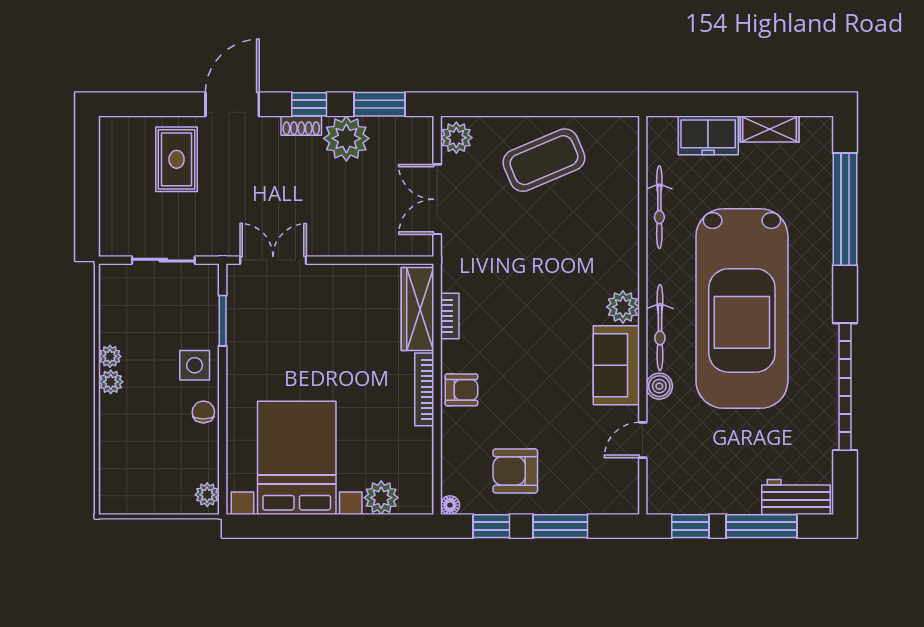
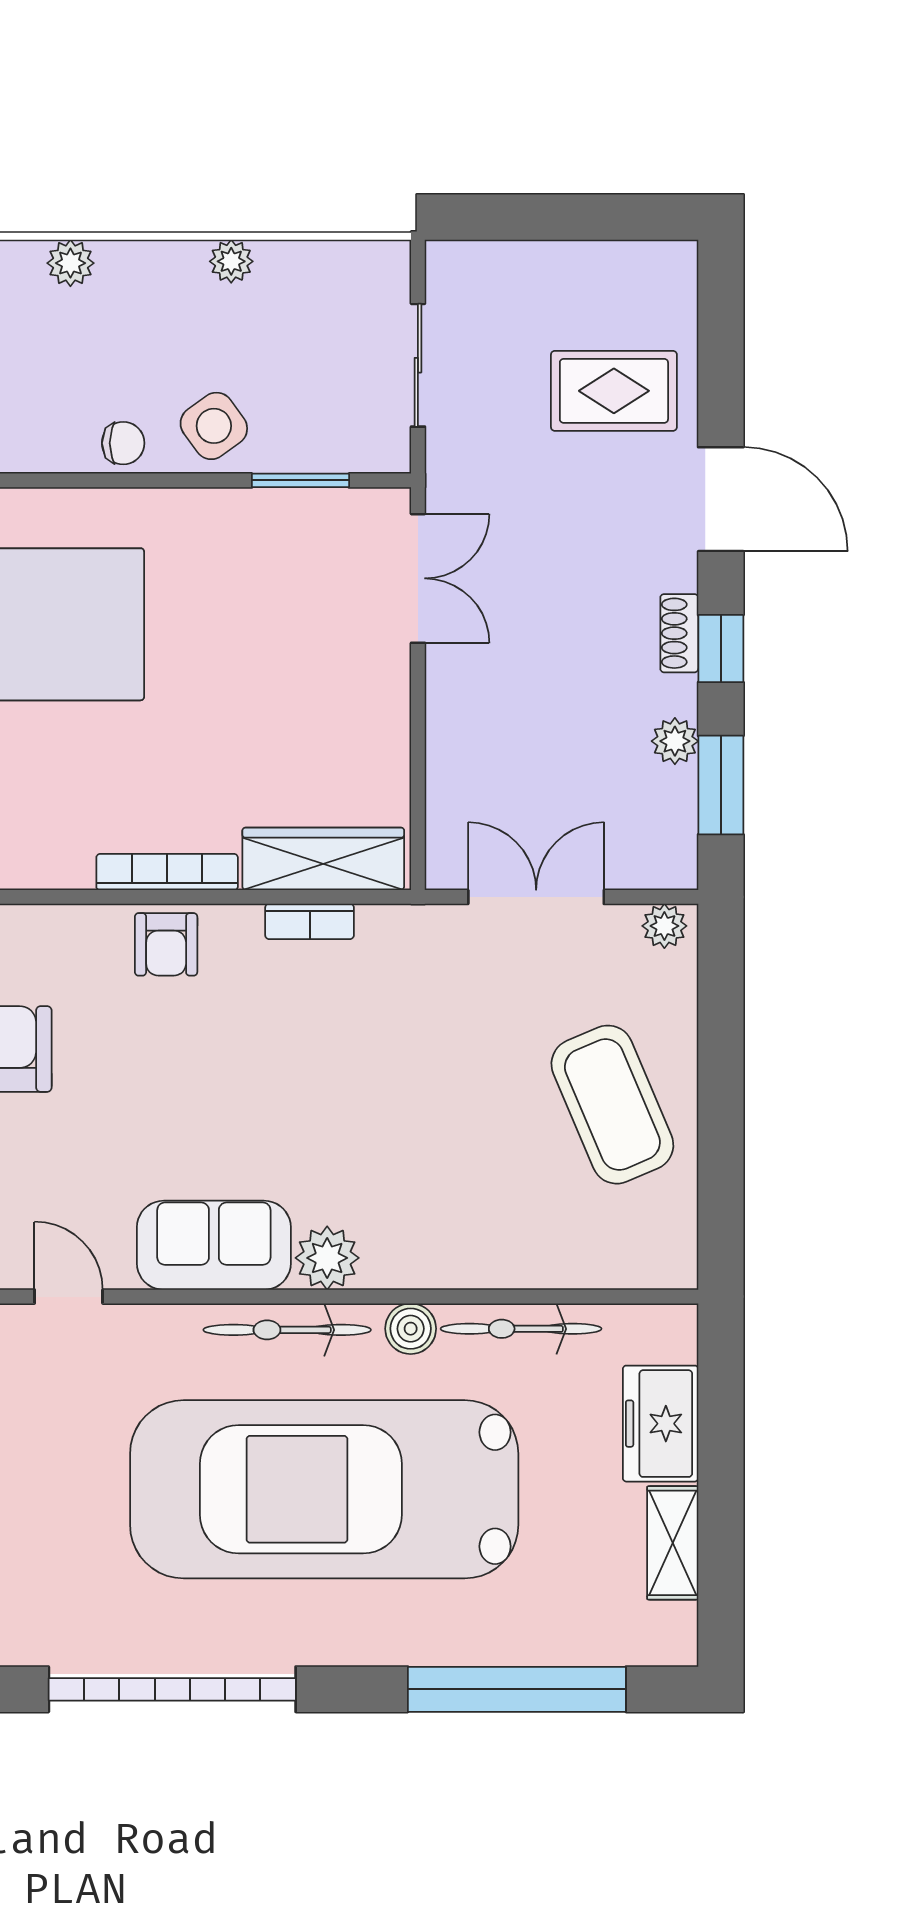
plant: (346, 138) -> (675, 741), width x0.53, depth x0.53
plant: (456, 138) -> (664, 926), width x0.73, depth x0.73
side table: (195, 365) -> (214, 426), turned -36
plant: (111, 382) -> (70, 263), moved
boiler: (659, 386) -> (411, 1329), moved

